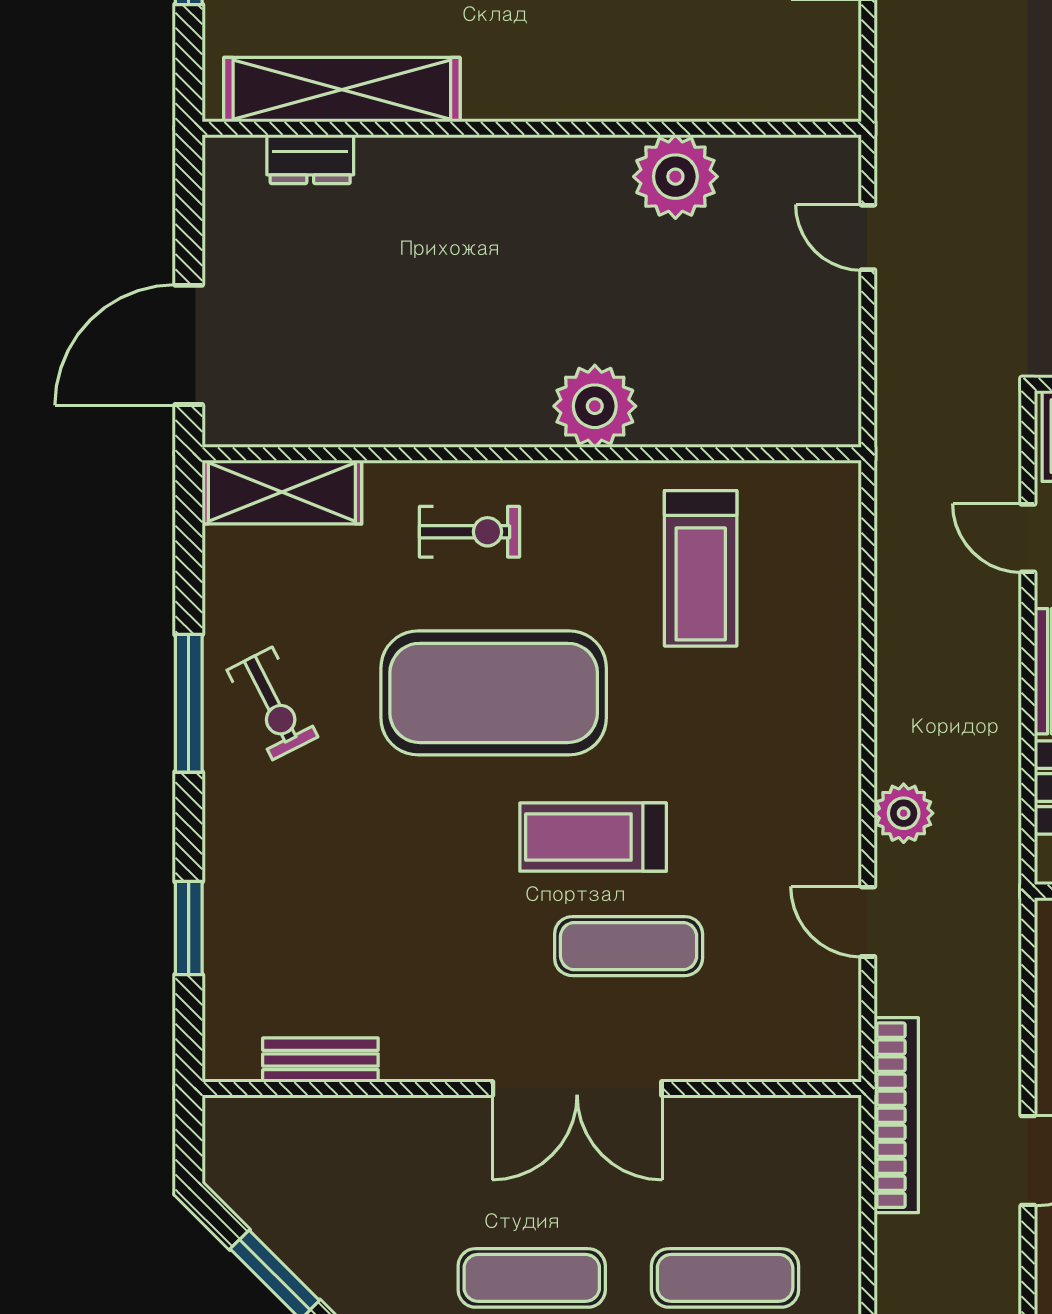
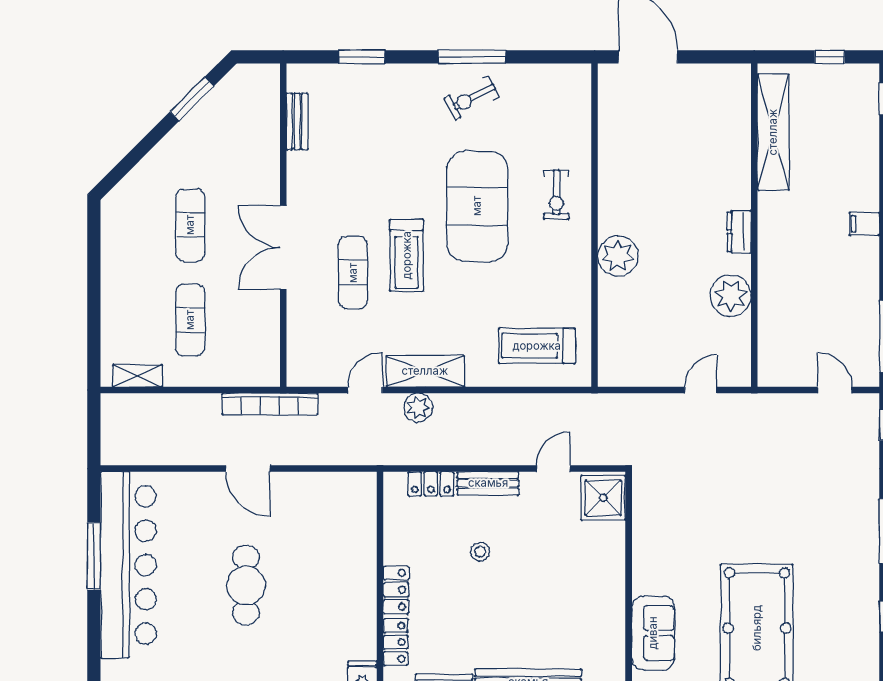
dresser: (310, 159) -> (739, 232), moved
shelving: (282, 492) -> (425, 371), moved, turned 90
treadmill: (701, 568) -> (537, 346), moved
treadmill: (593, 837) -> (407, 255), turned 180

